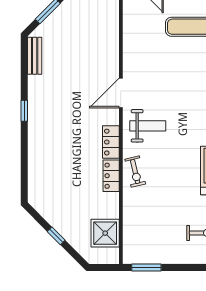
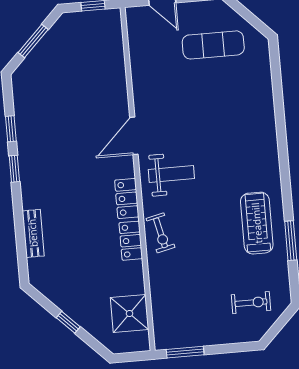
bench: (35, 56) -> (33, 233), moved
window: (24, 79) -> (11, 129), added

